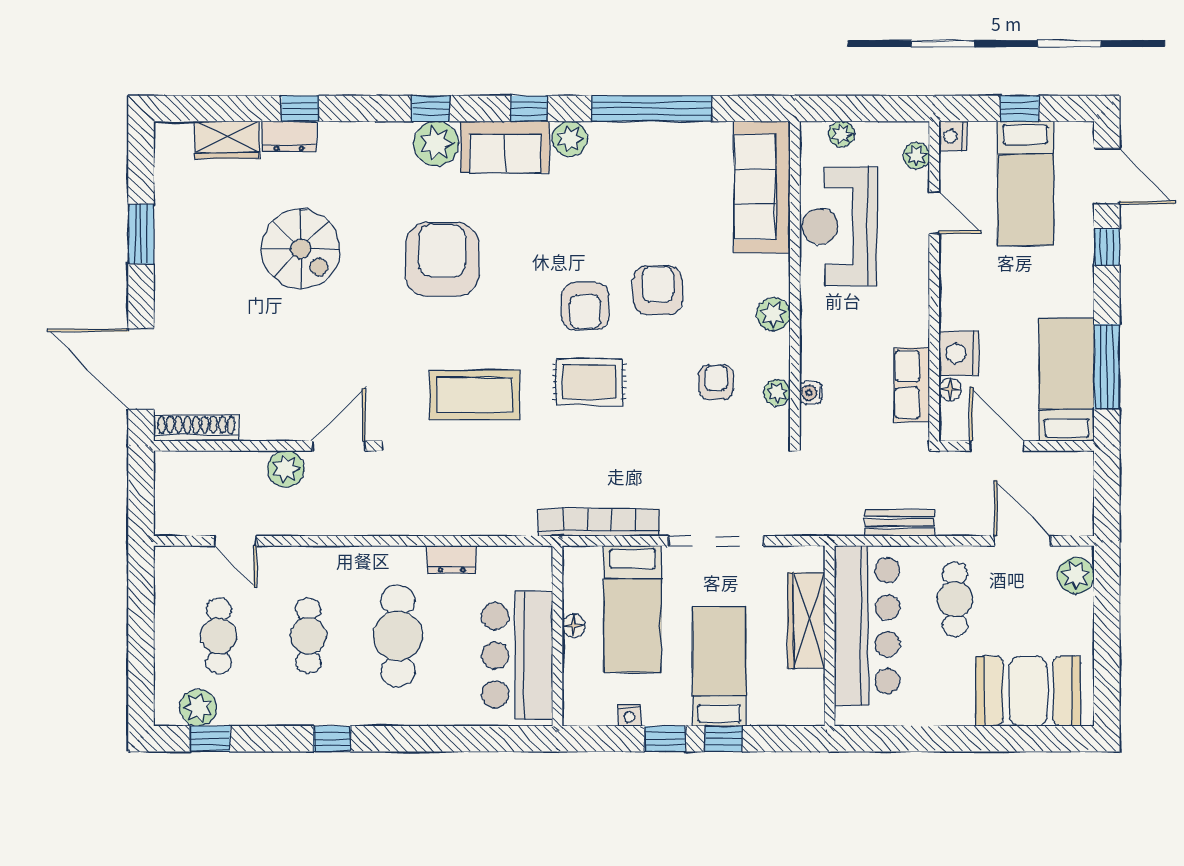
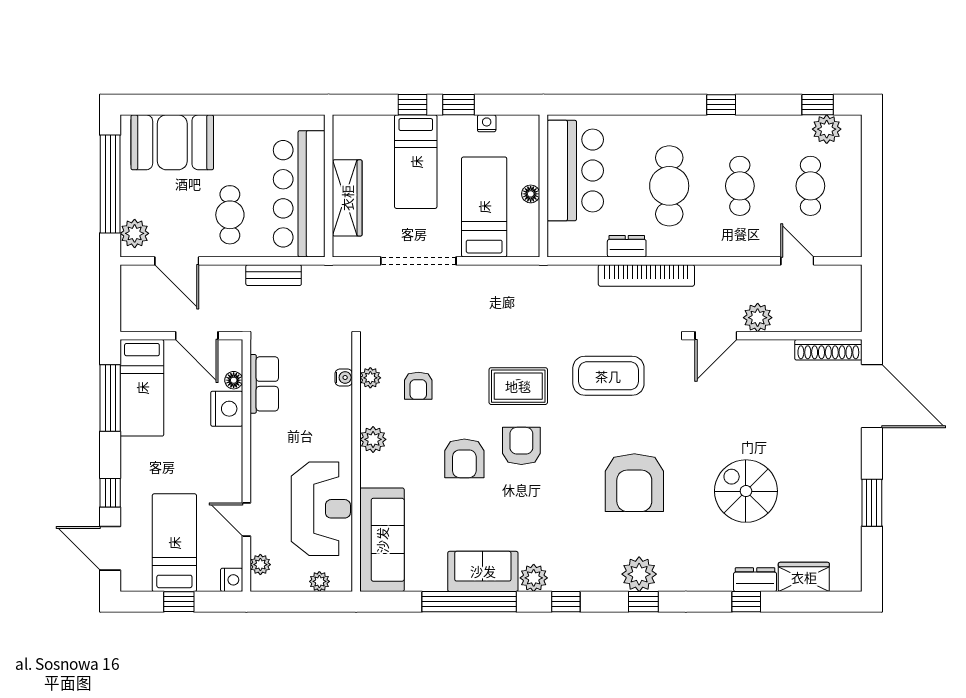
sofa: (505, 147) -> (483, 571), moved
bookcase: (599, 522) -> (646, 275), moved
window: (1107, 638) -> (110, 184), added

